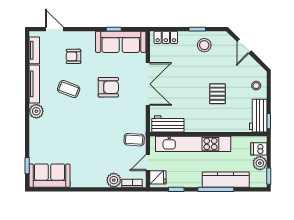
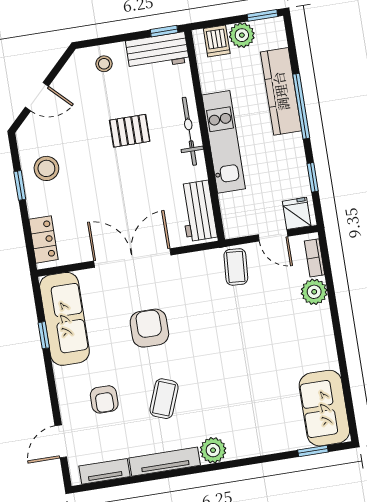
bicycle: (212, 126) -> (189, 131), added
kitchen unit: (193, 144) -> (224, 142), width x0.73

